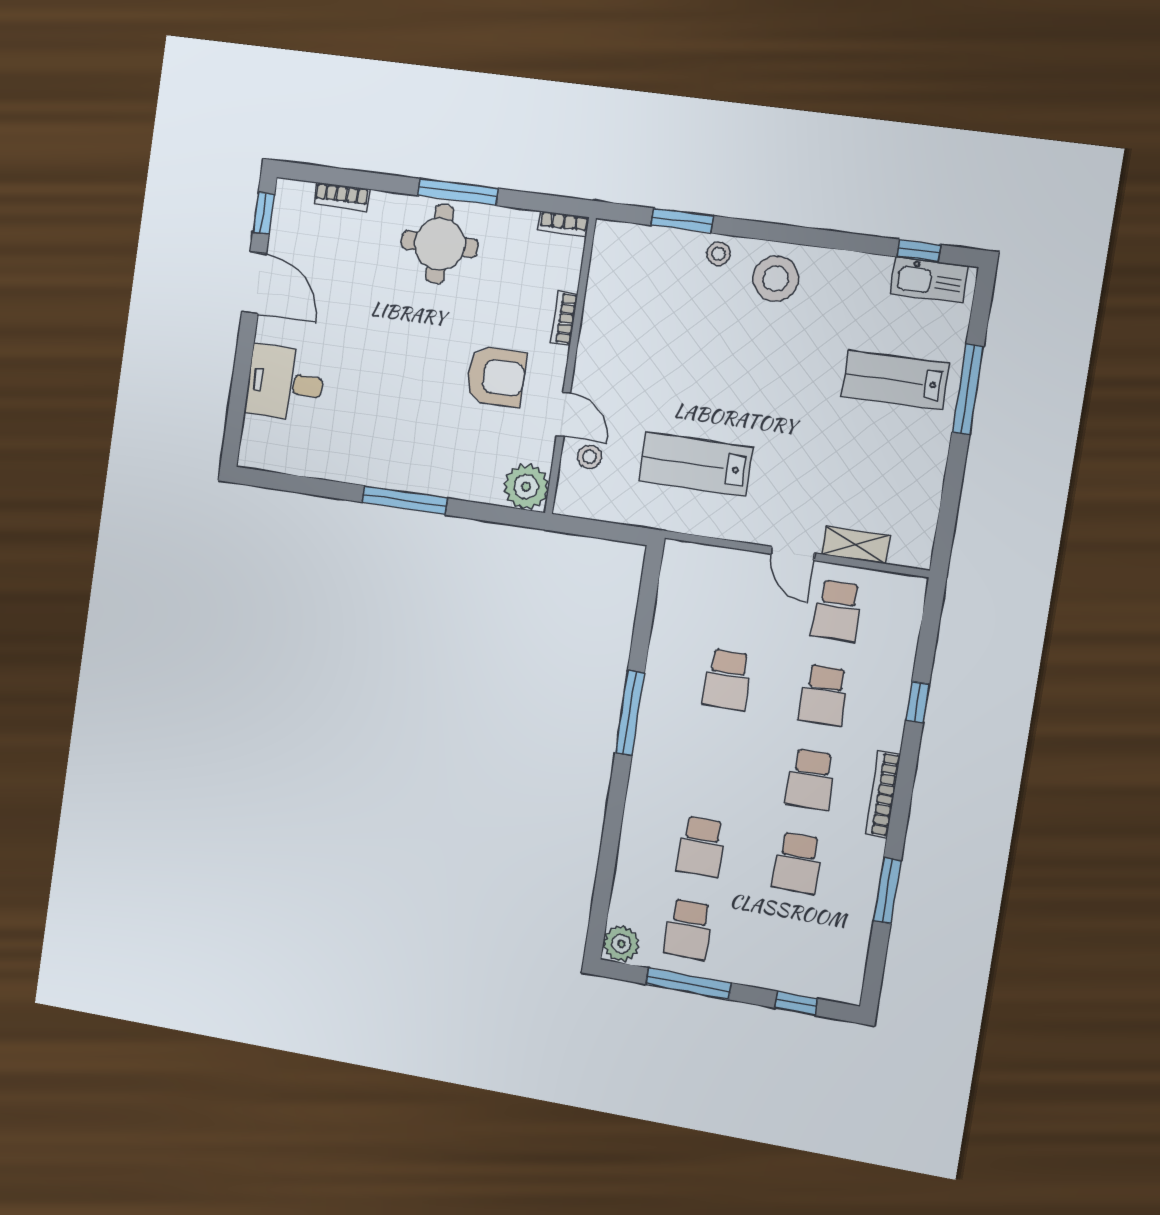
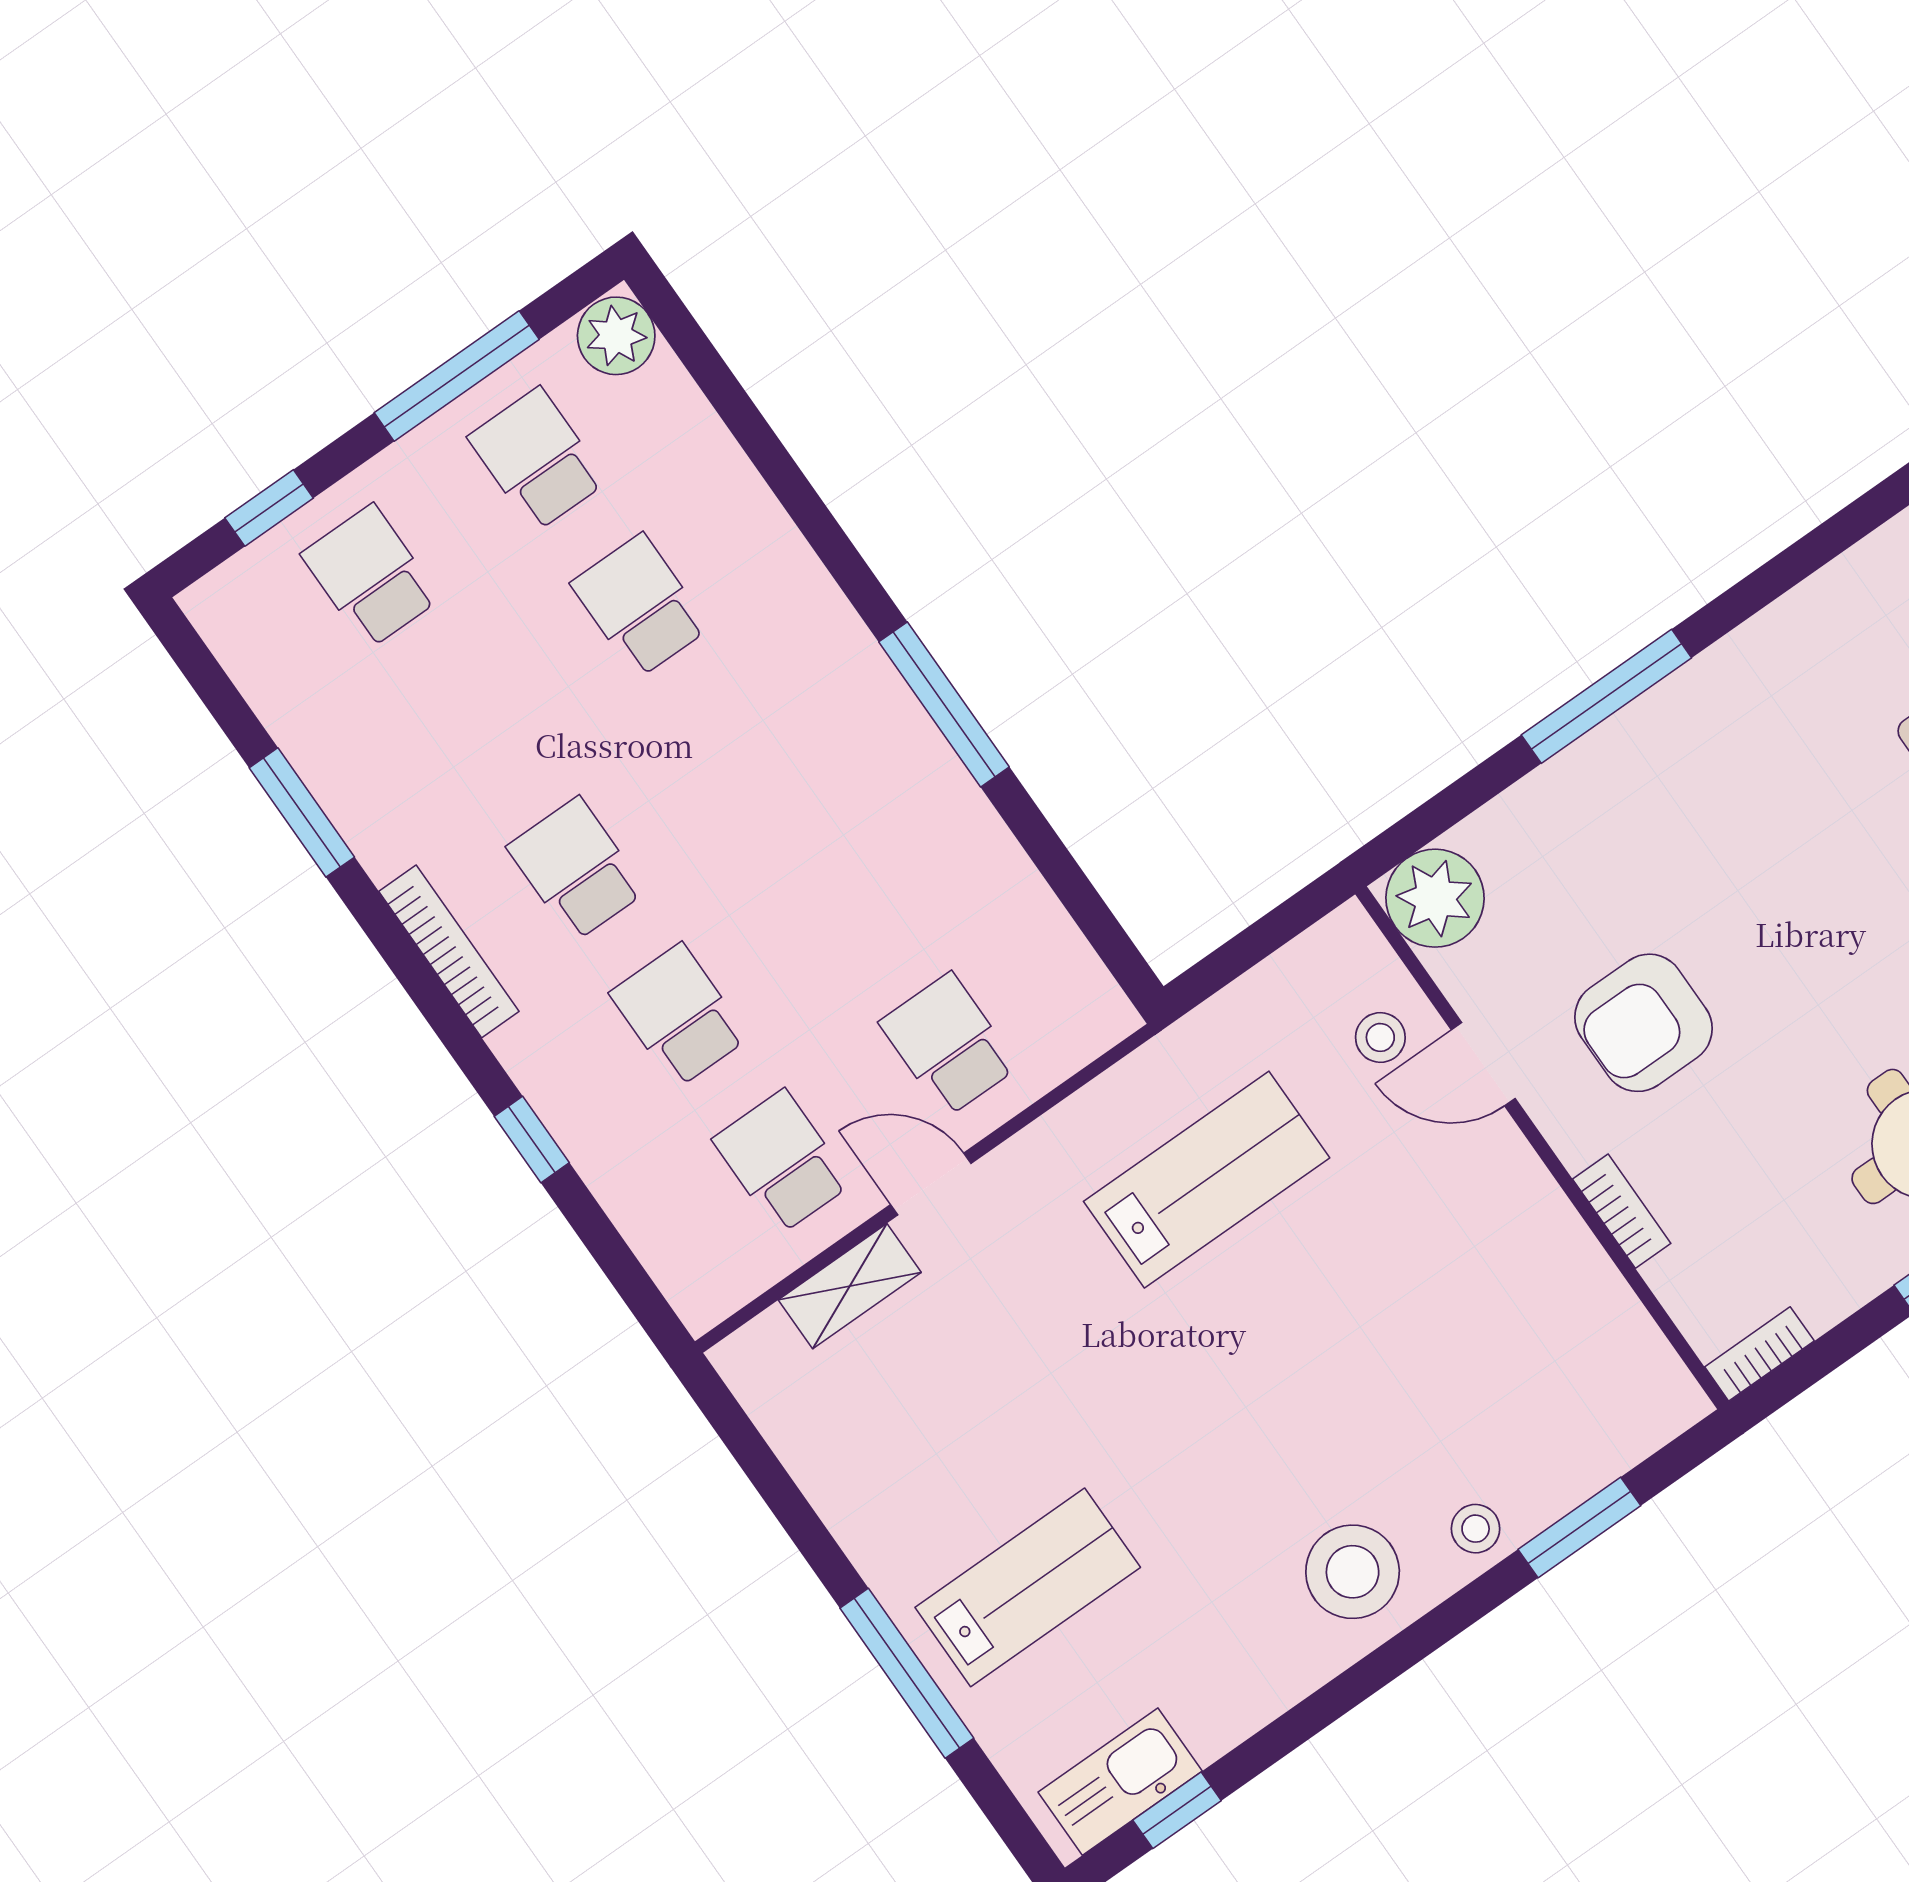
school desk: (727, 680) -> (949, 1045), moved
school desk: (797, 863) -> (371, 576), moved

